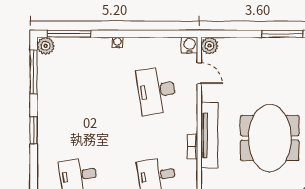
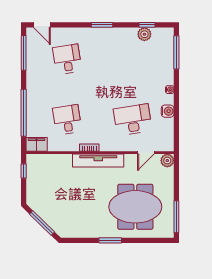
water cooler: (190, 45) -> (168, 111), moved
plant: (46, 46) -> (144, 34), moved
window: (34, 72) -> (147, 25), width x0.46
meeting table: (270, 138) -> (135, 207), moved

